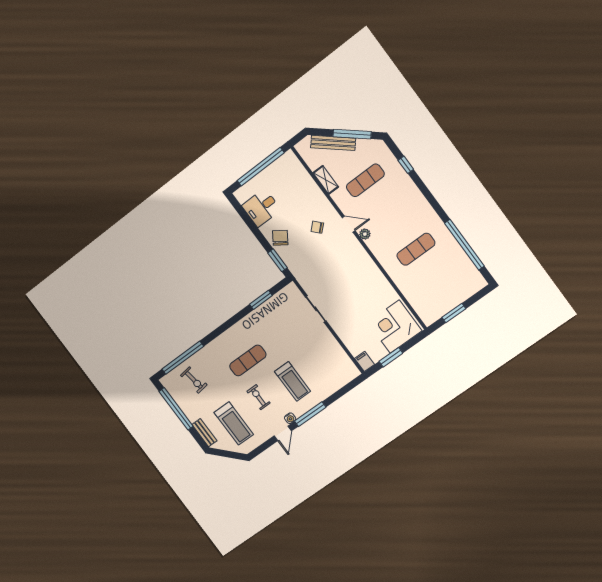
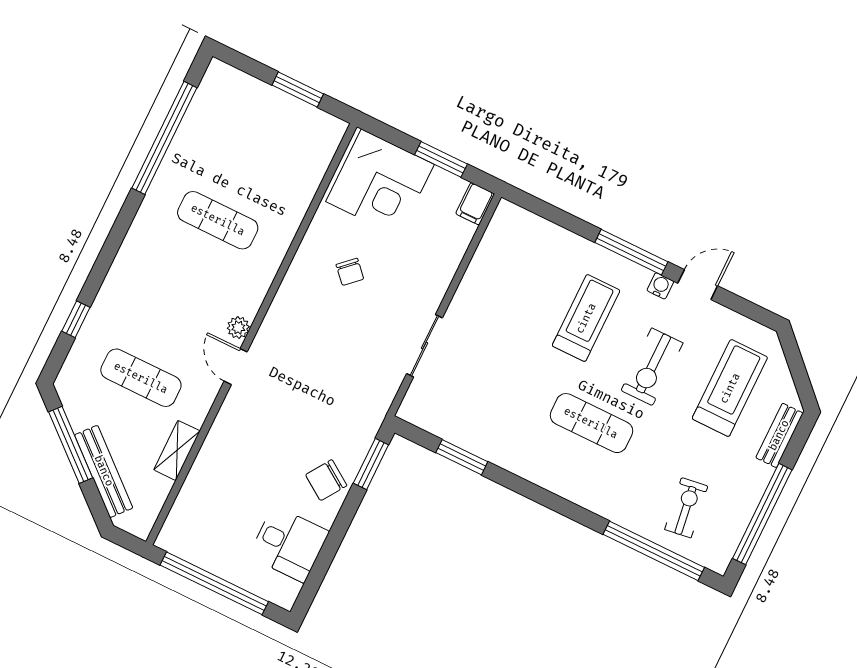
chair: (317, 227) -> (350, 272), moved
exercise bike: (259, 397) -> (652, 367), width x1.38, depth x1.39

